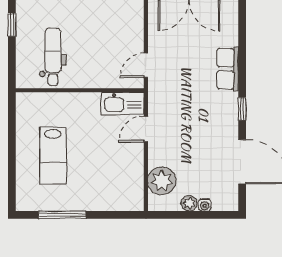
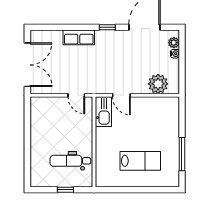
window: (12, 25) -> (65, 190), moved
plant: (189, 203) -> (174, 43), moved

